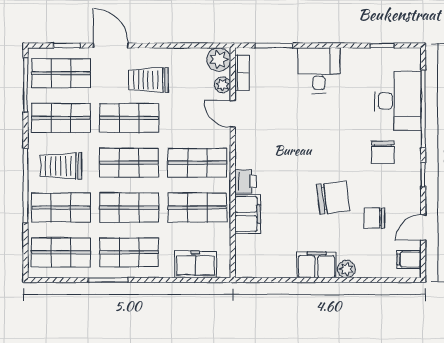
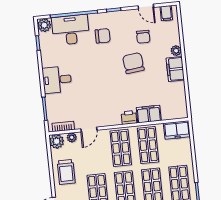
plant: (410, 59) -> (44, 25), added
trolley: (148, 80) -> (66, 172), moved
freezer: (195, 264) -> (177, 130), moved, turned -90

